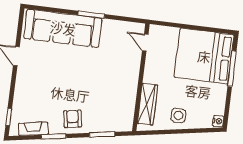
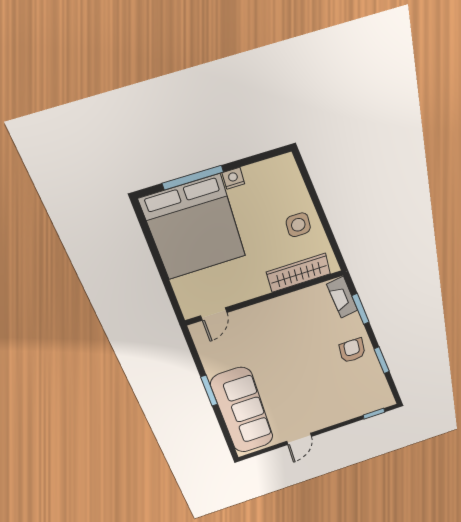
armchair: (73, 119) -> (352, 350), turned 100
nightstand: (218, 121) -> (233, 178), moved
fireplace: (33, 129) -> (342, 297), moved

